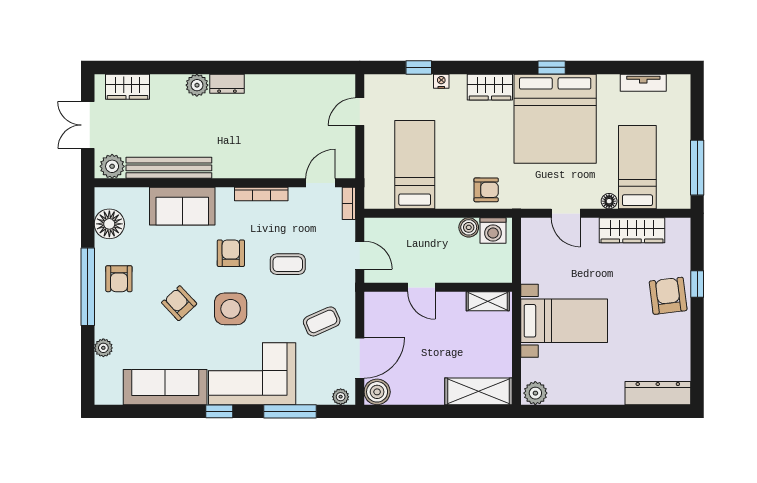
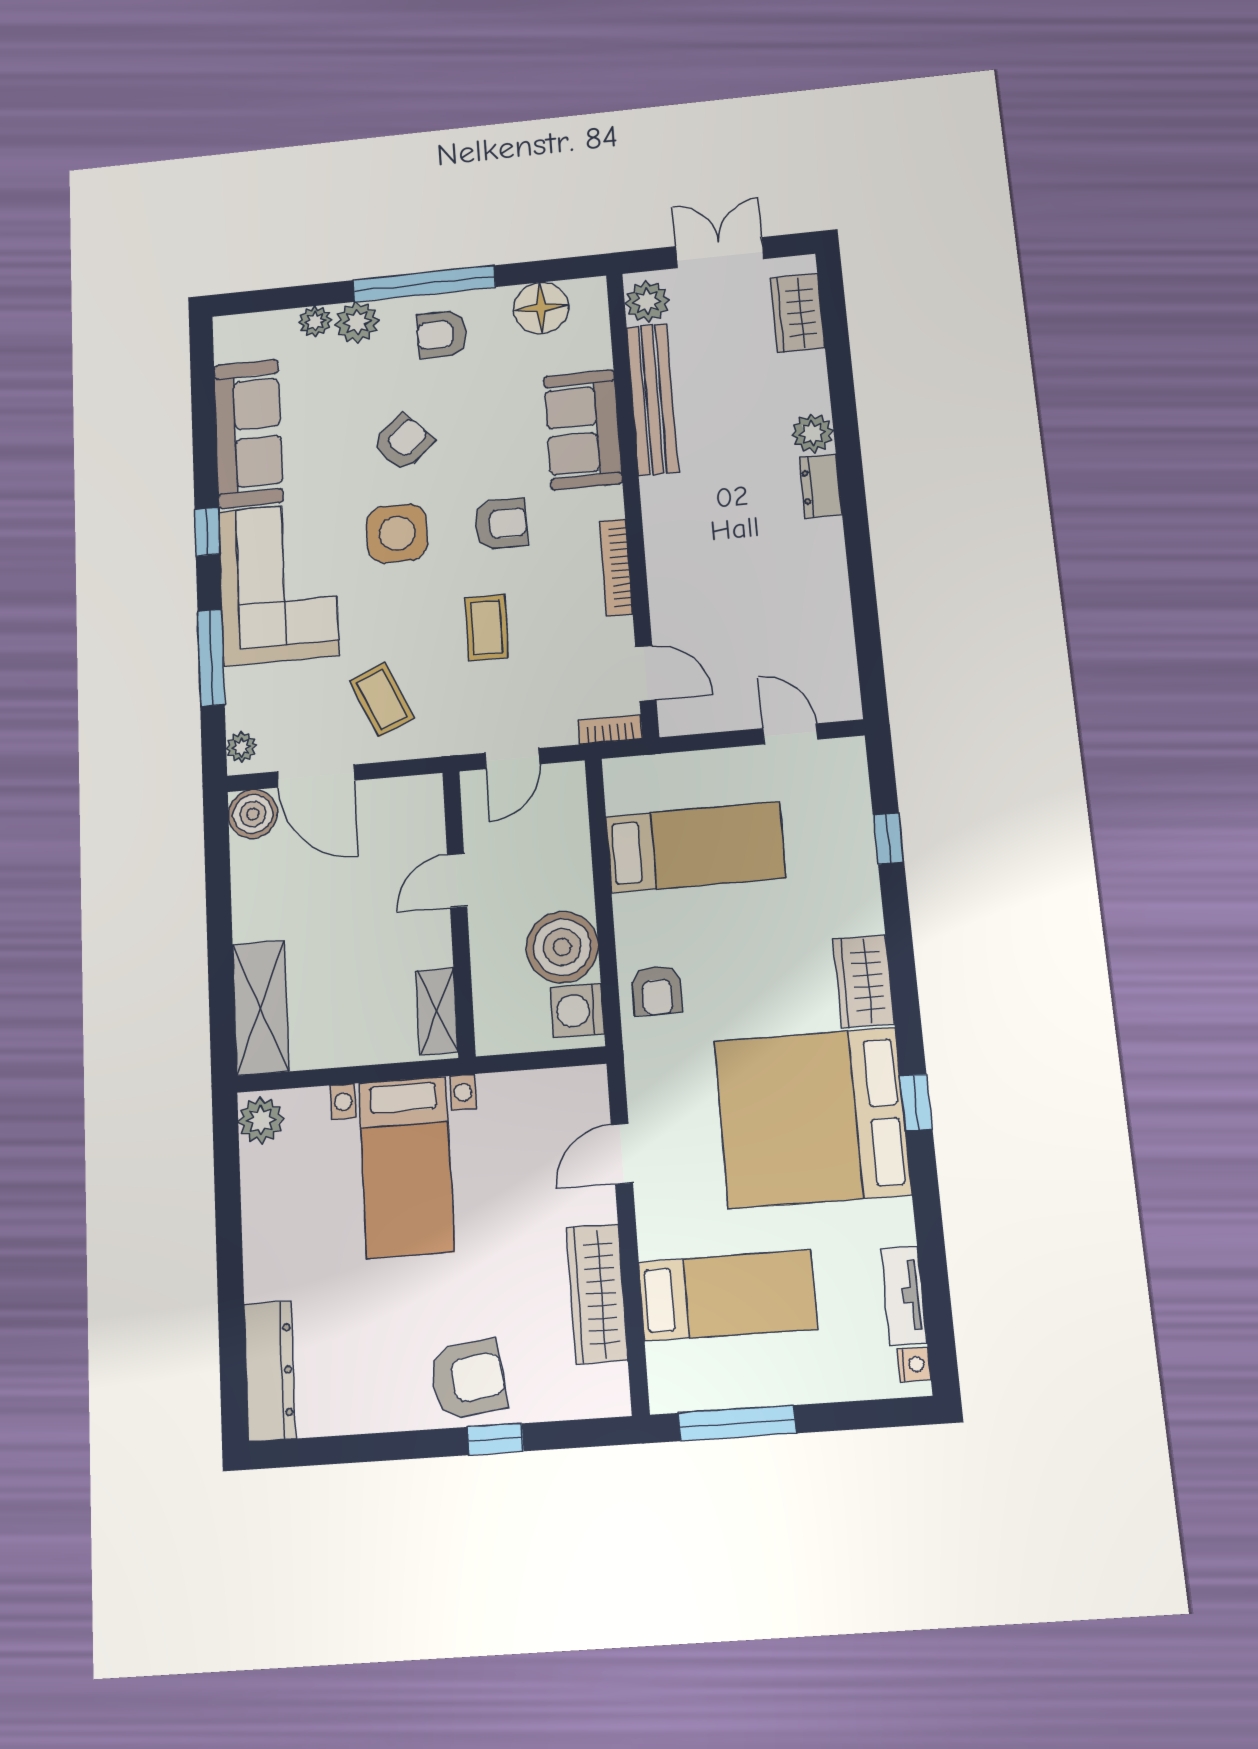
nightstand: (441, 81) -> (914, 1364), moved
floor lamp: (609, 201) -> (653, 1241), removed
boiler: (469, 227) -> (562, 947), width x1.86, depth x1.86
plant: (106, 325) -> (357, 322), added

